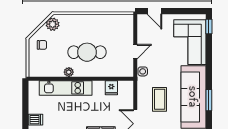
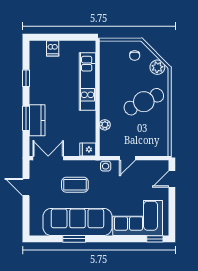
cafe table: (87, 52) -> (144, 102), moved, turned 64
door: (135, 52) -> (127, 158), hinge flipped
plant: (69, 72) -> (105, 125), moved
fridge: (111, 88) -> (88, 149), moved

